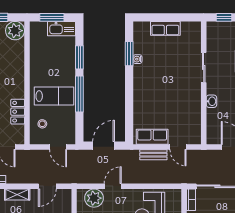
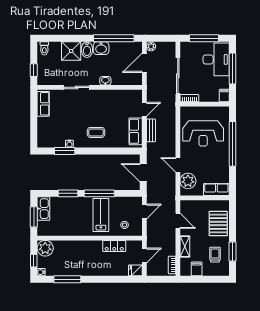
row of seats: (165, 28) -> (43, 104), moved
coffee table: (151, 90) -> (96, 132), added

